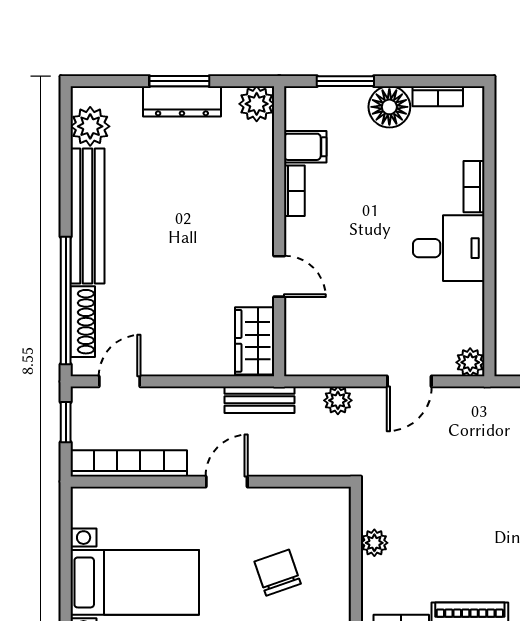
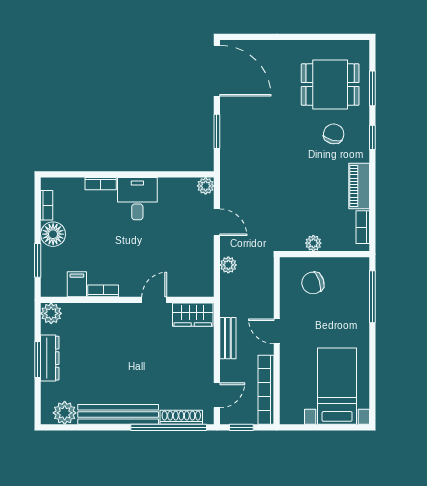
door: (120, 381) -> (217, 395), swing flipped
bench: (259, 400) -> (228, 338), moved
chair: (278, 573) -> (313, 283), moved

